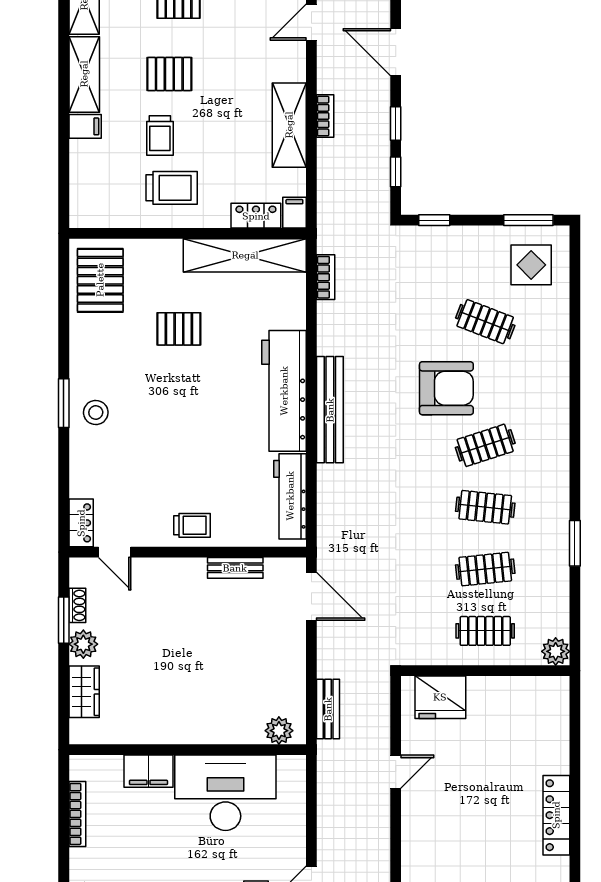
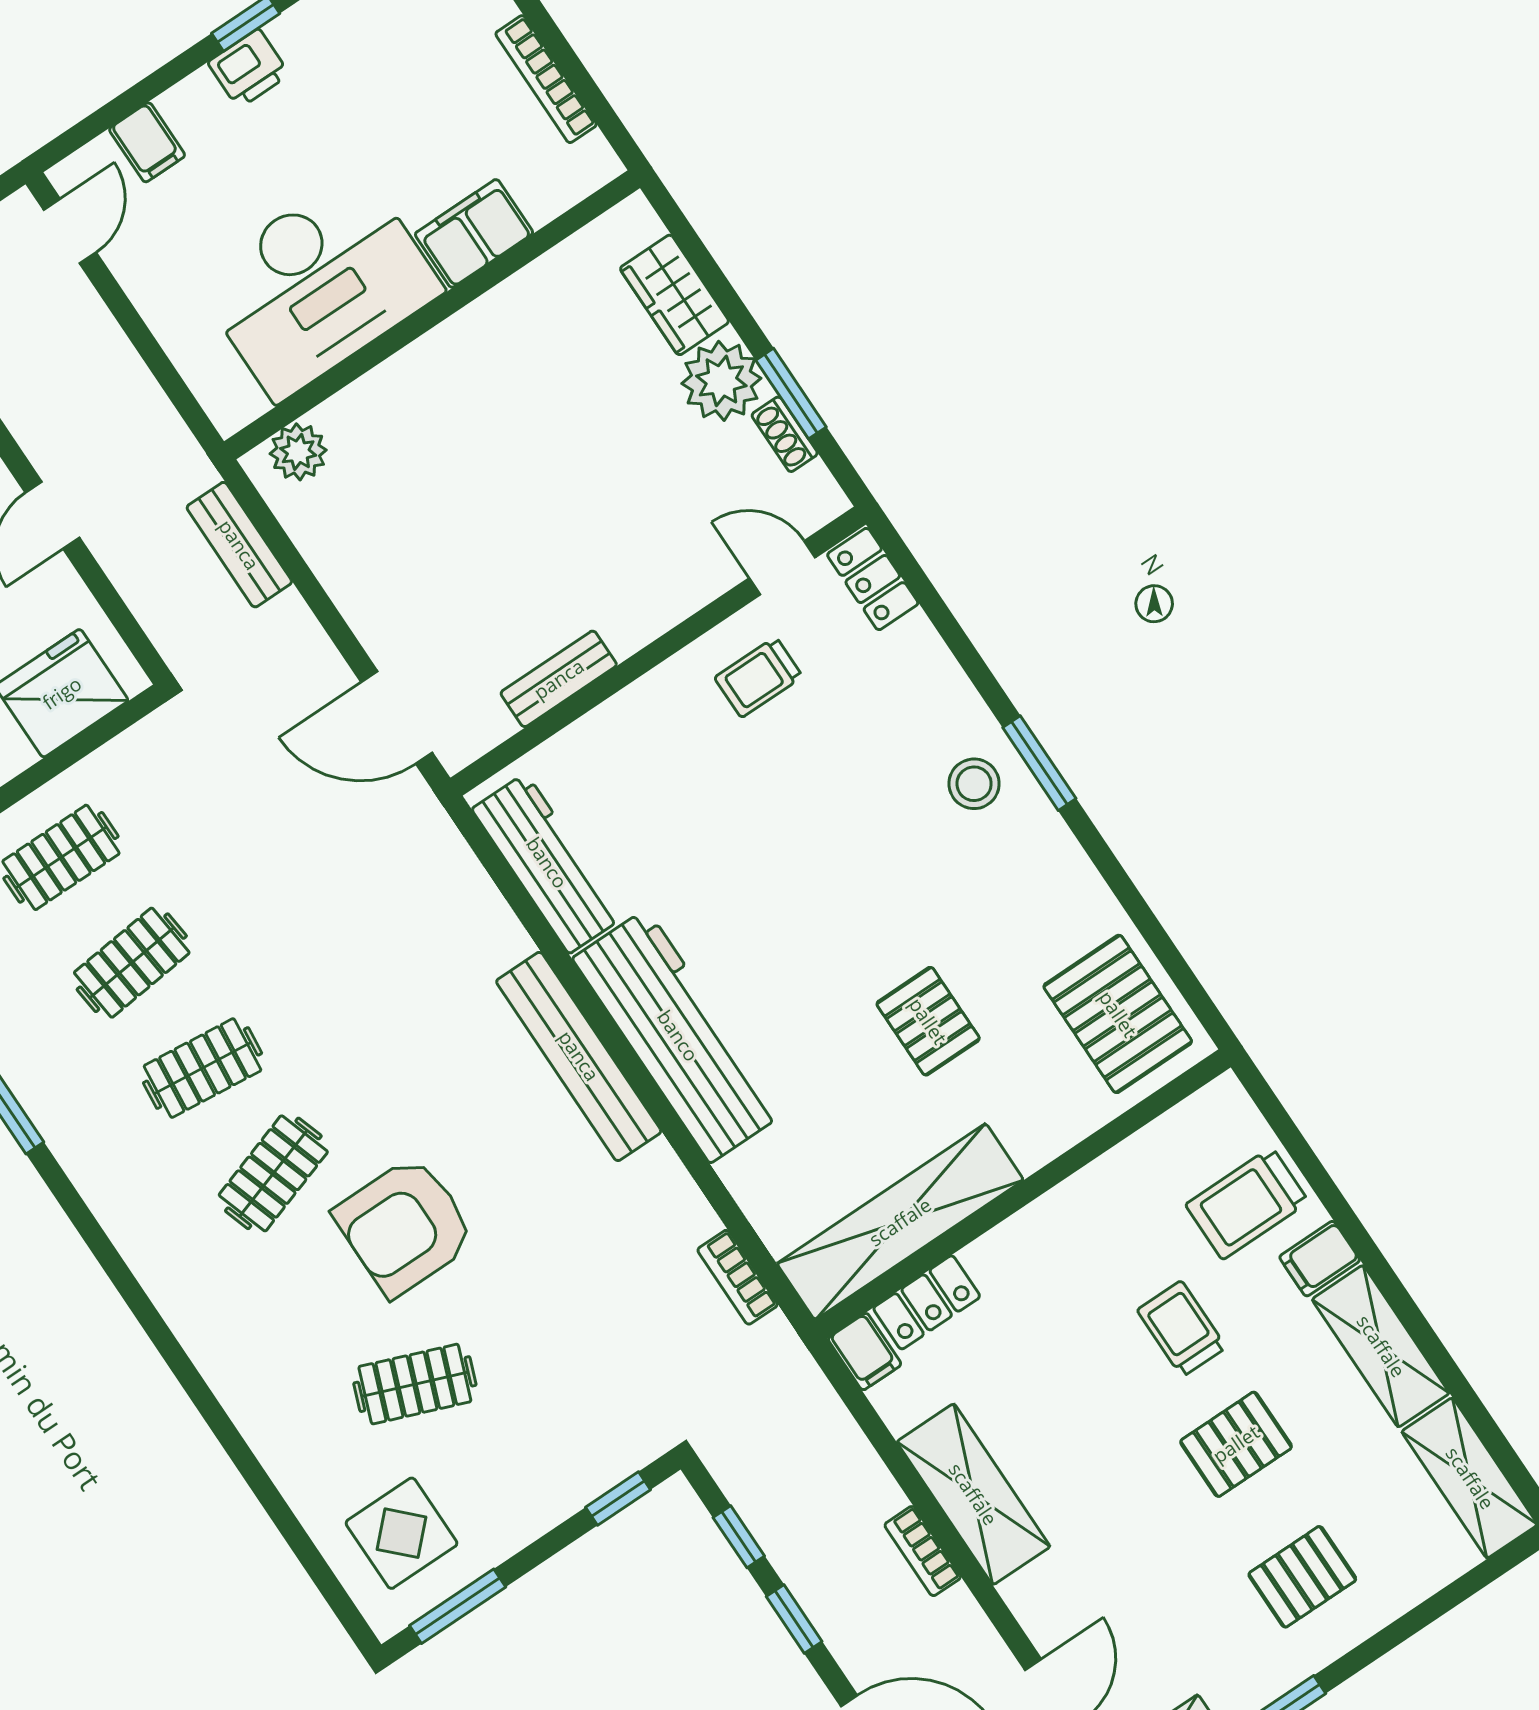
trolley: (172, 188) -> (1247, 1203), moved
pallet: (179, 329) -> (928, 1021), turned 90
trolley: (192, 525) -> (759, 677), moved
plant: (83, 644) -> (721, 381), width x1.36, depth x1.36

